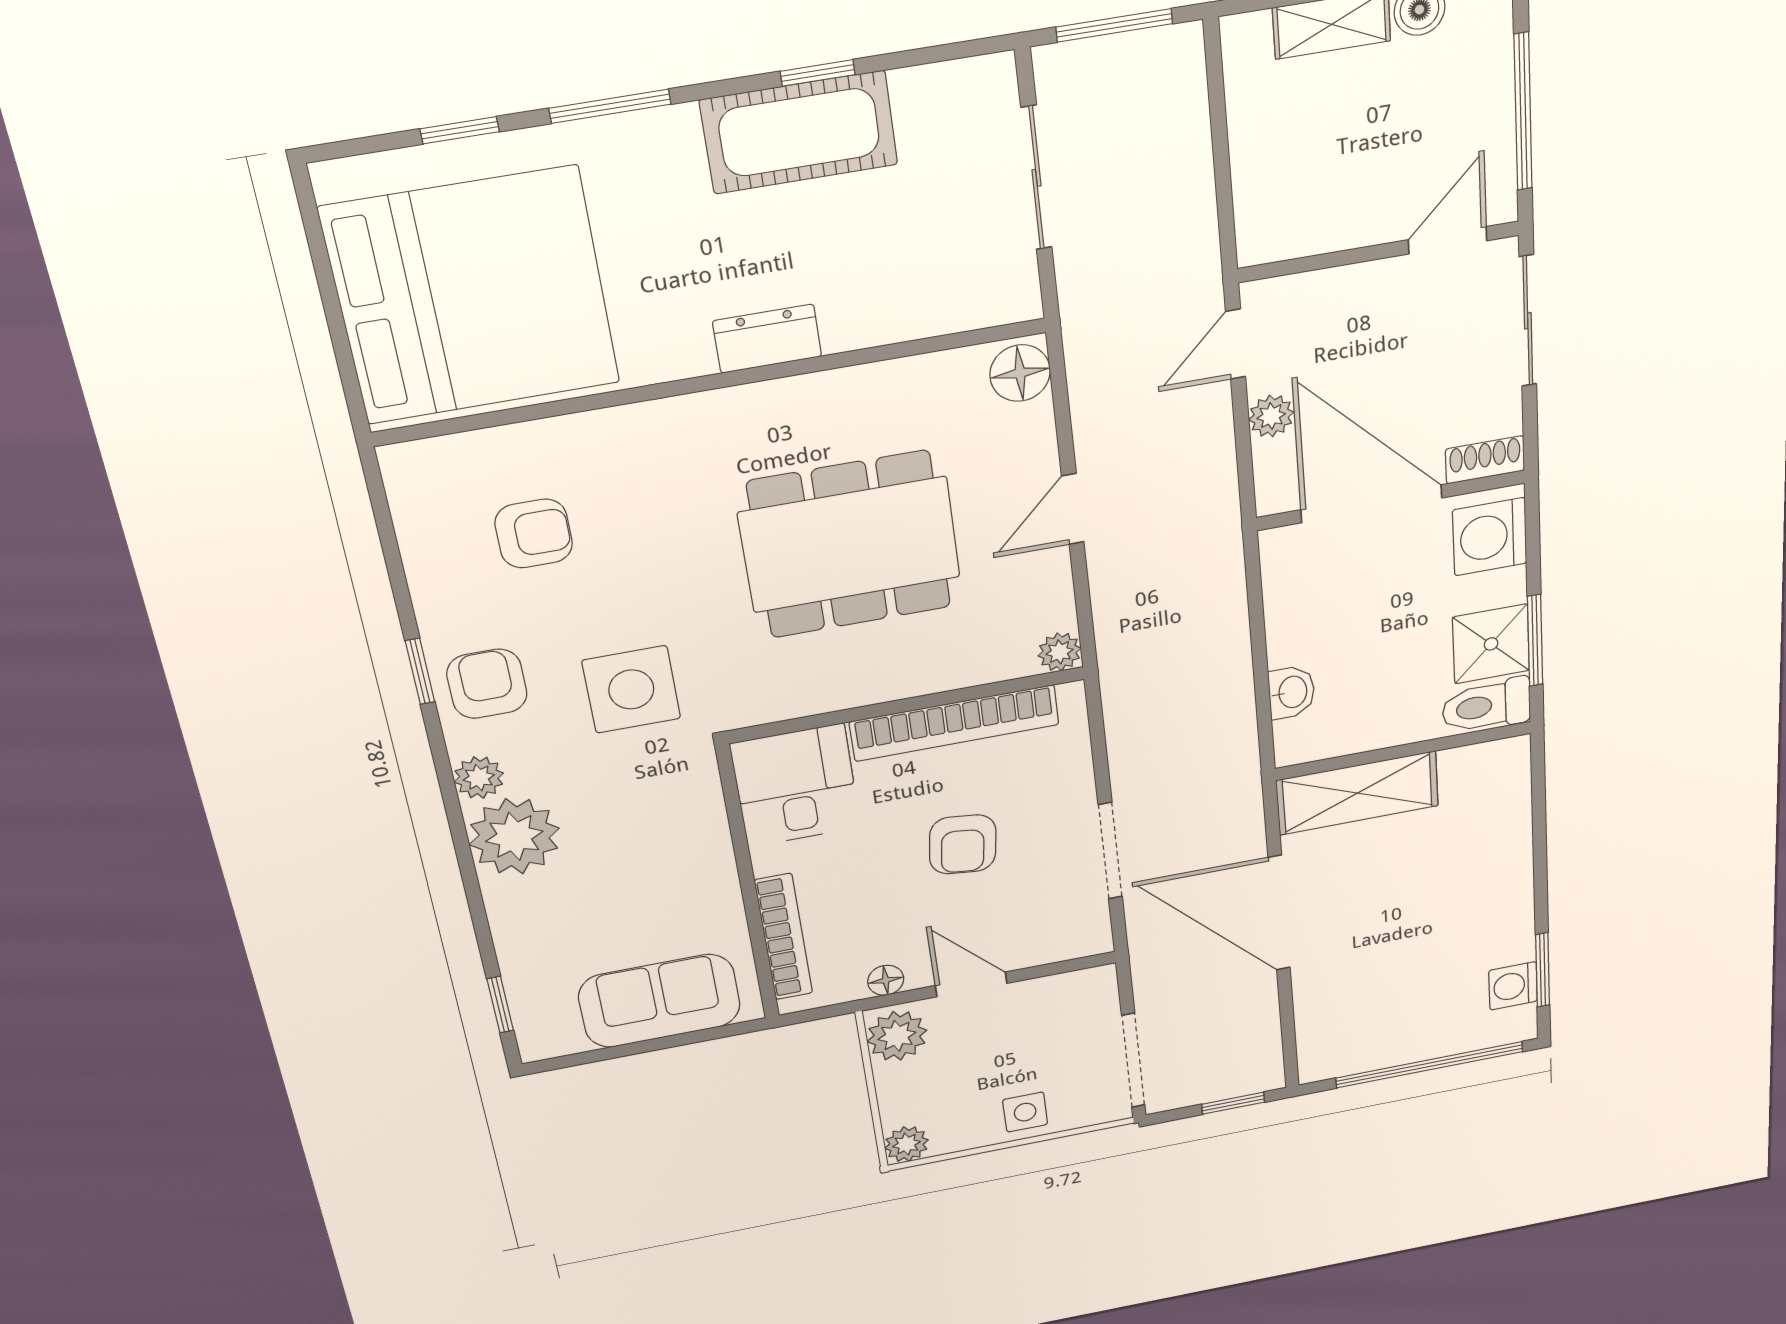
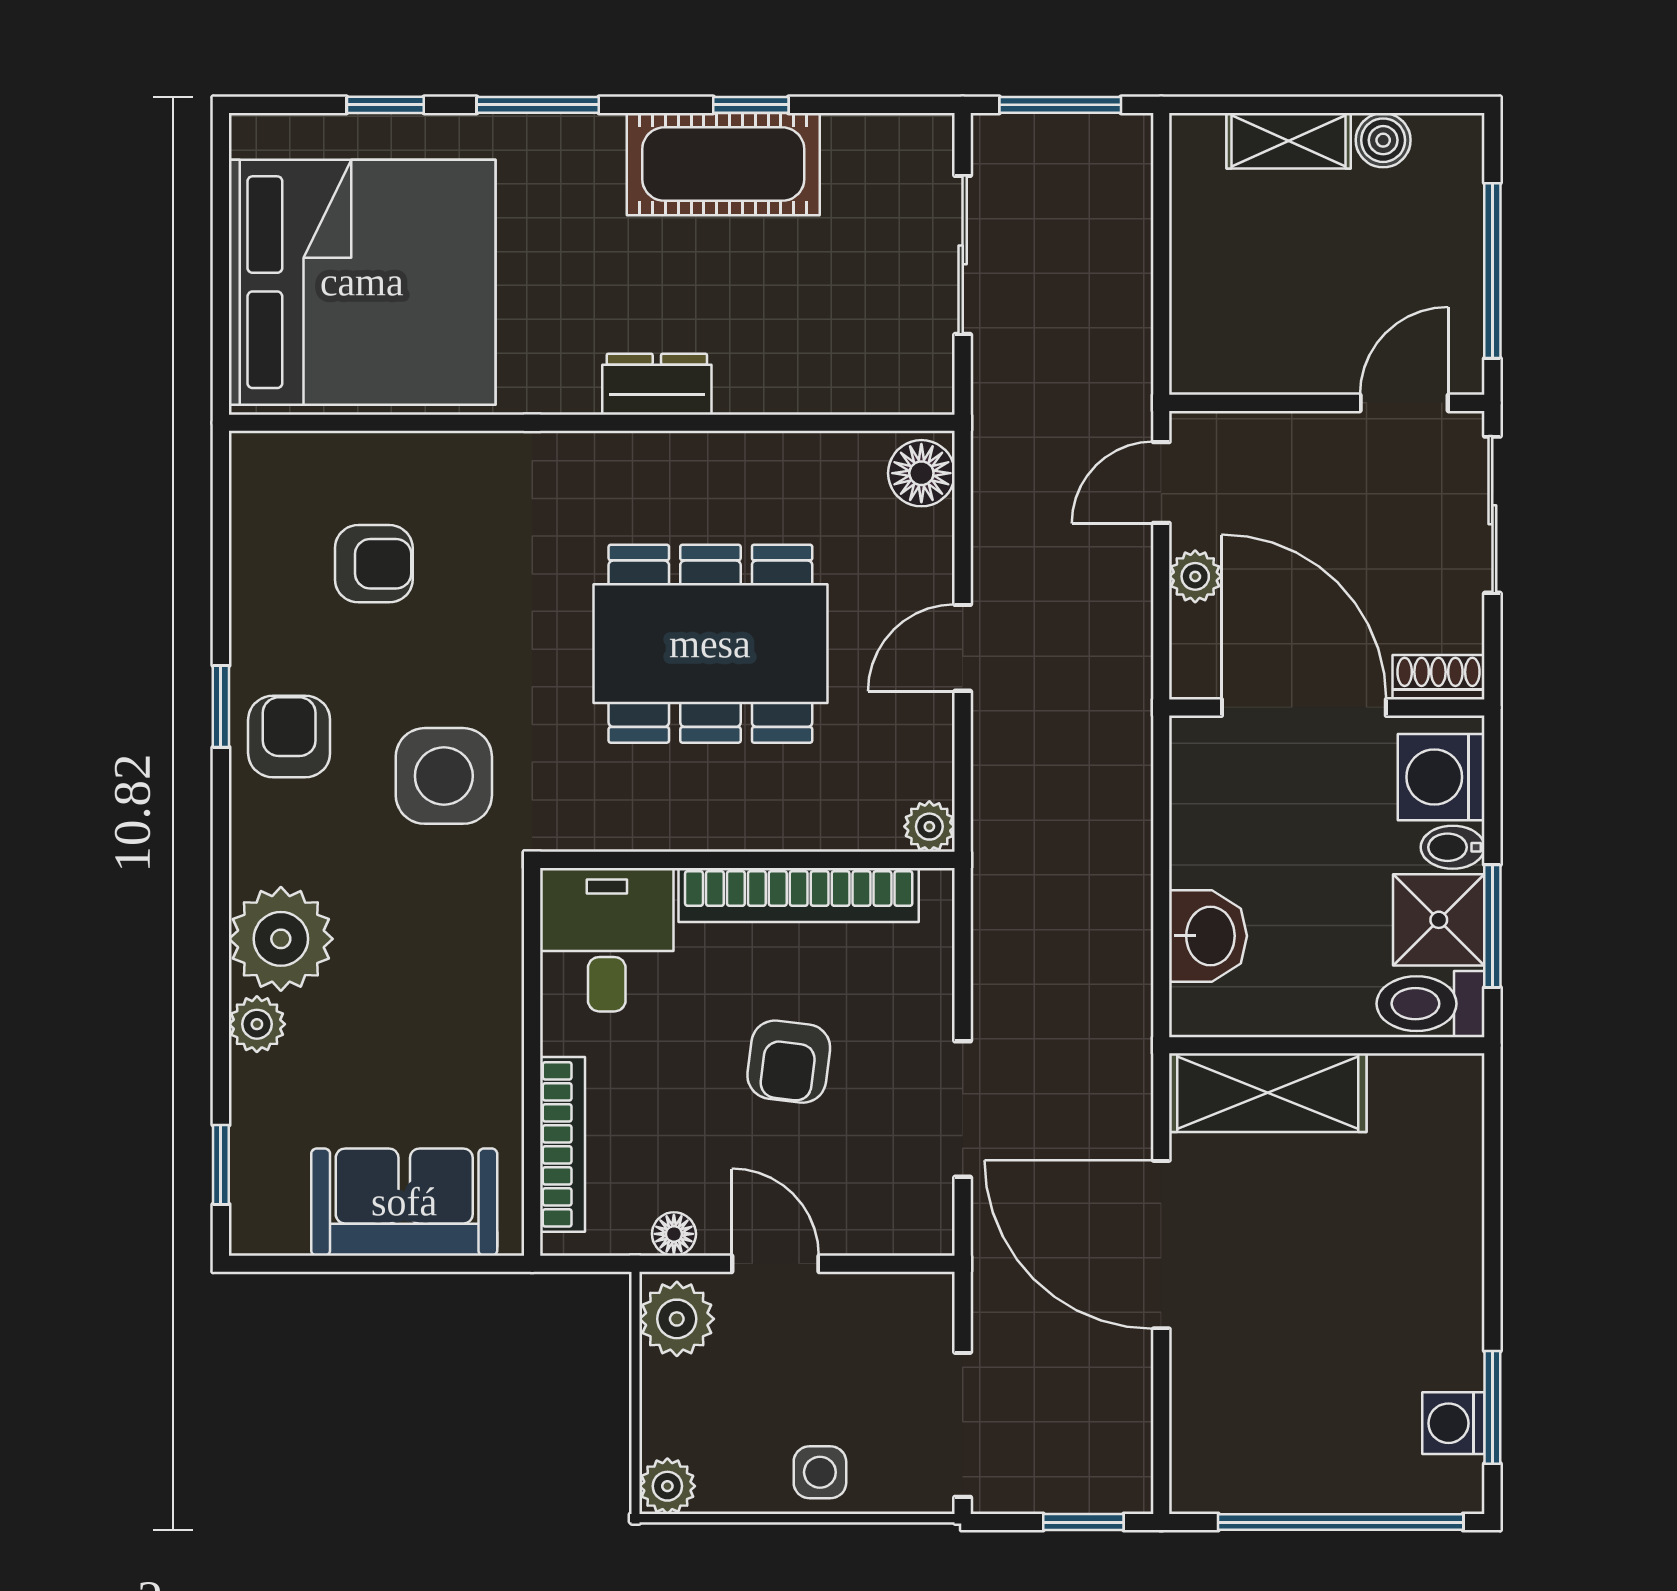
bidet: (1501, 588) -> (1453, 847), added
washbasin: (1292, 692) -> (1208, 936), width x1.38, depth x1.45
plant: (479, 778) -> (257, 1024), moved

